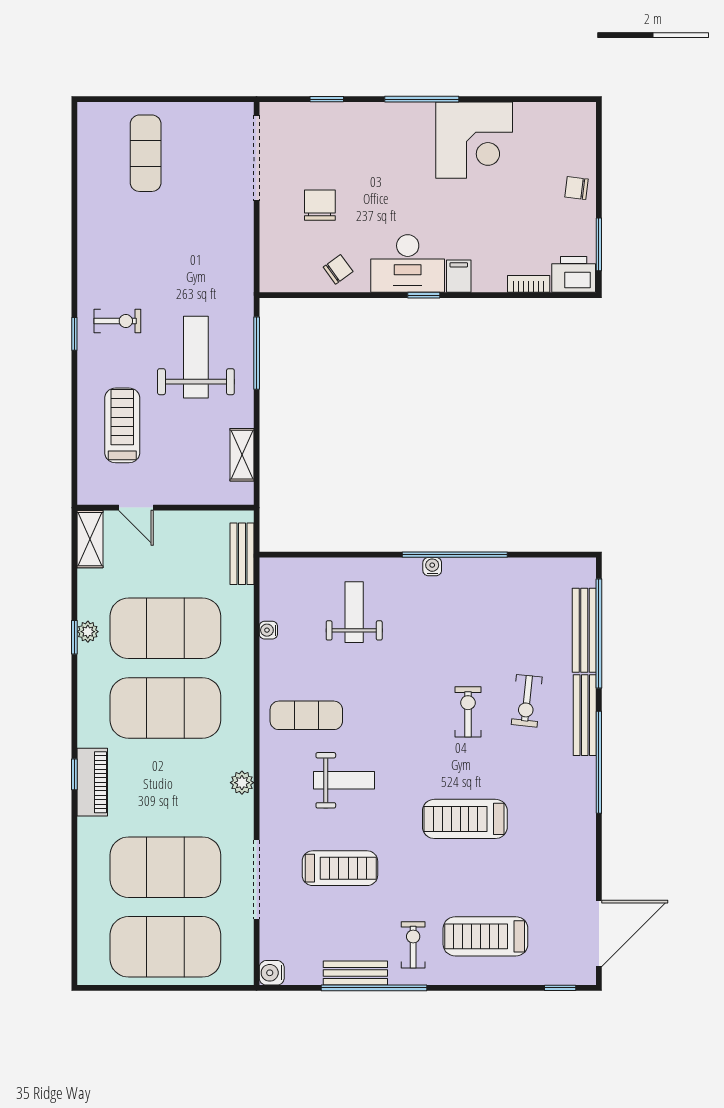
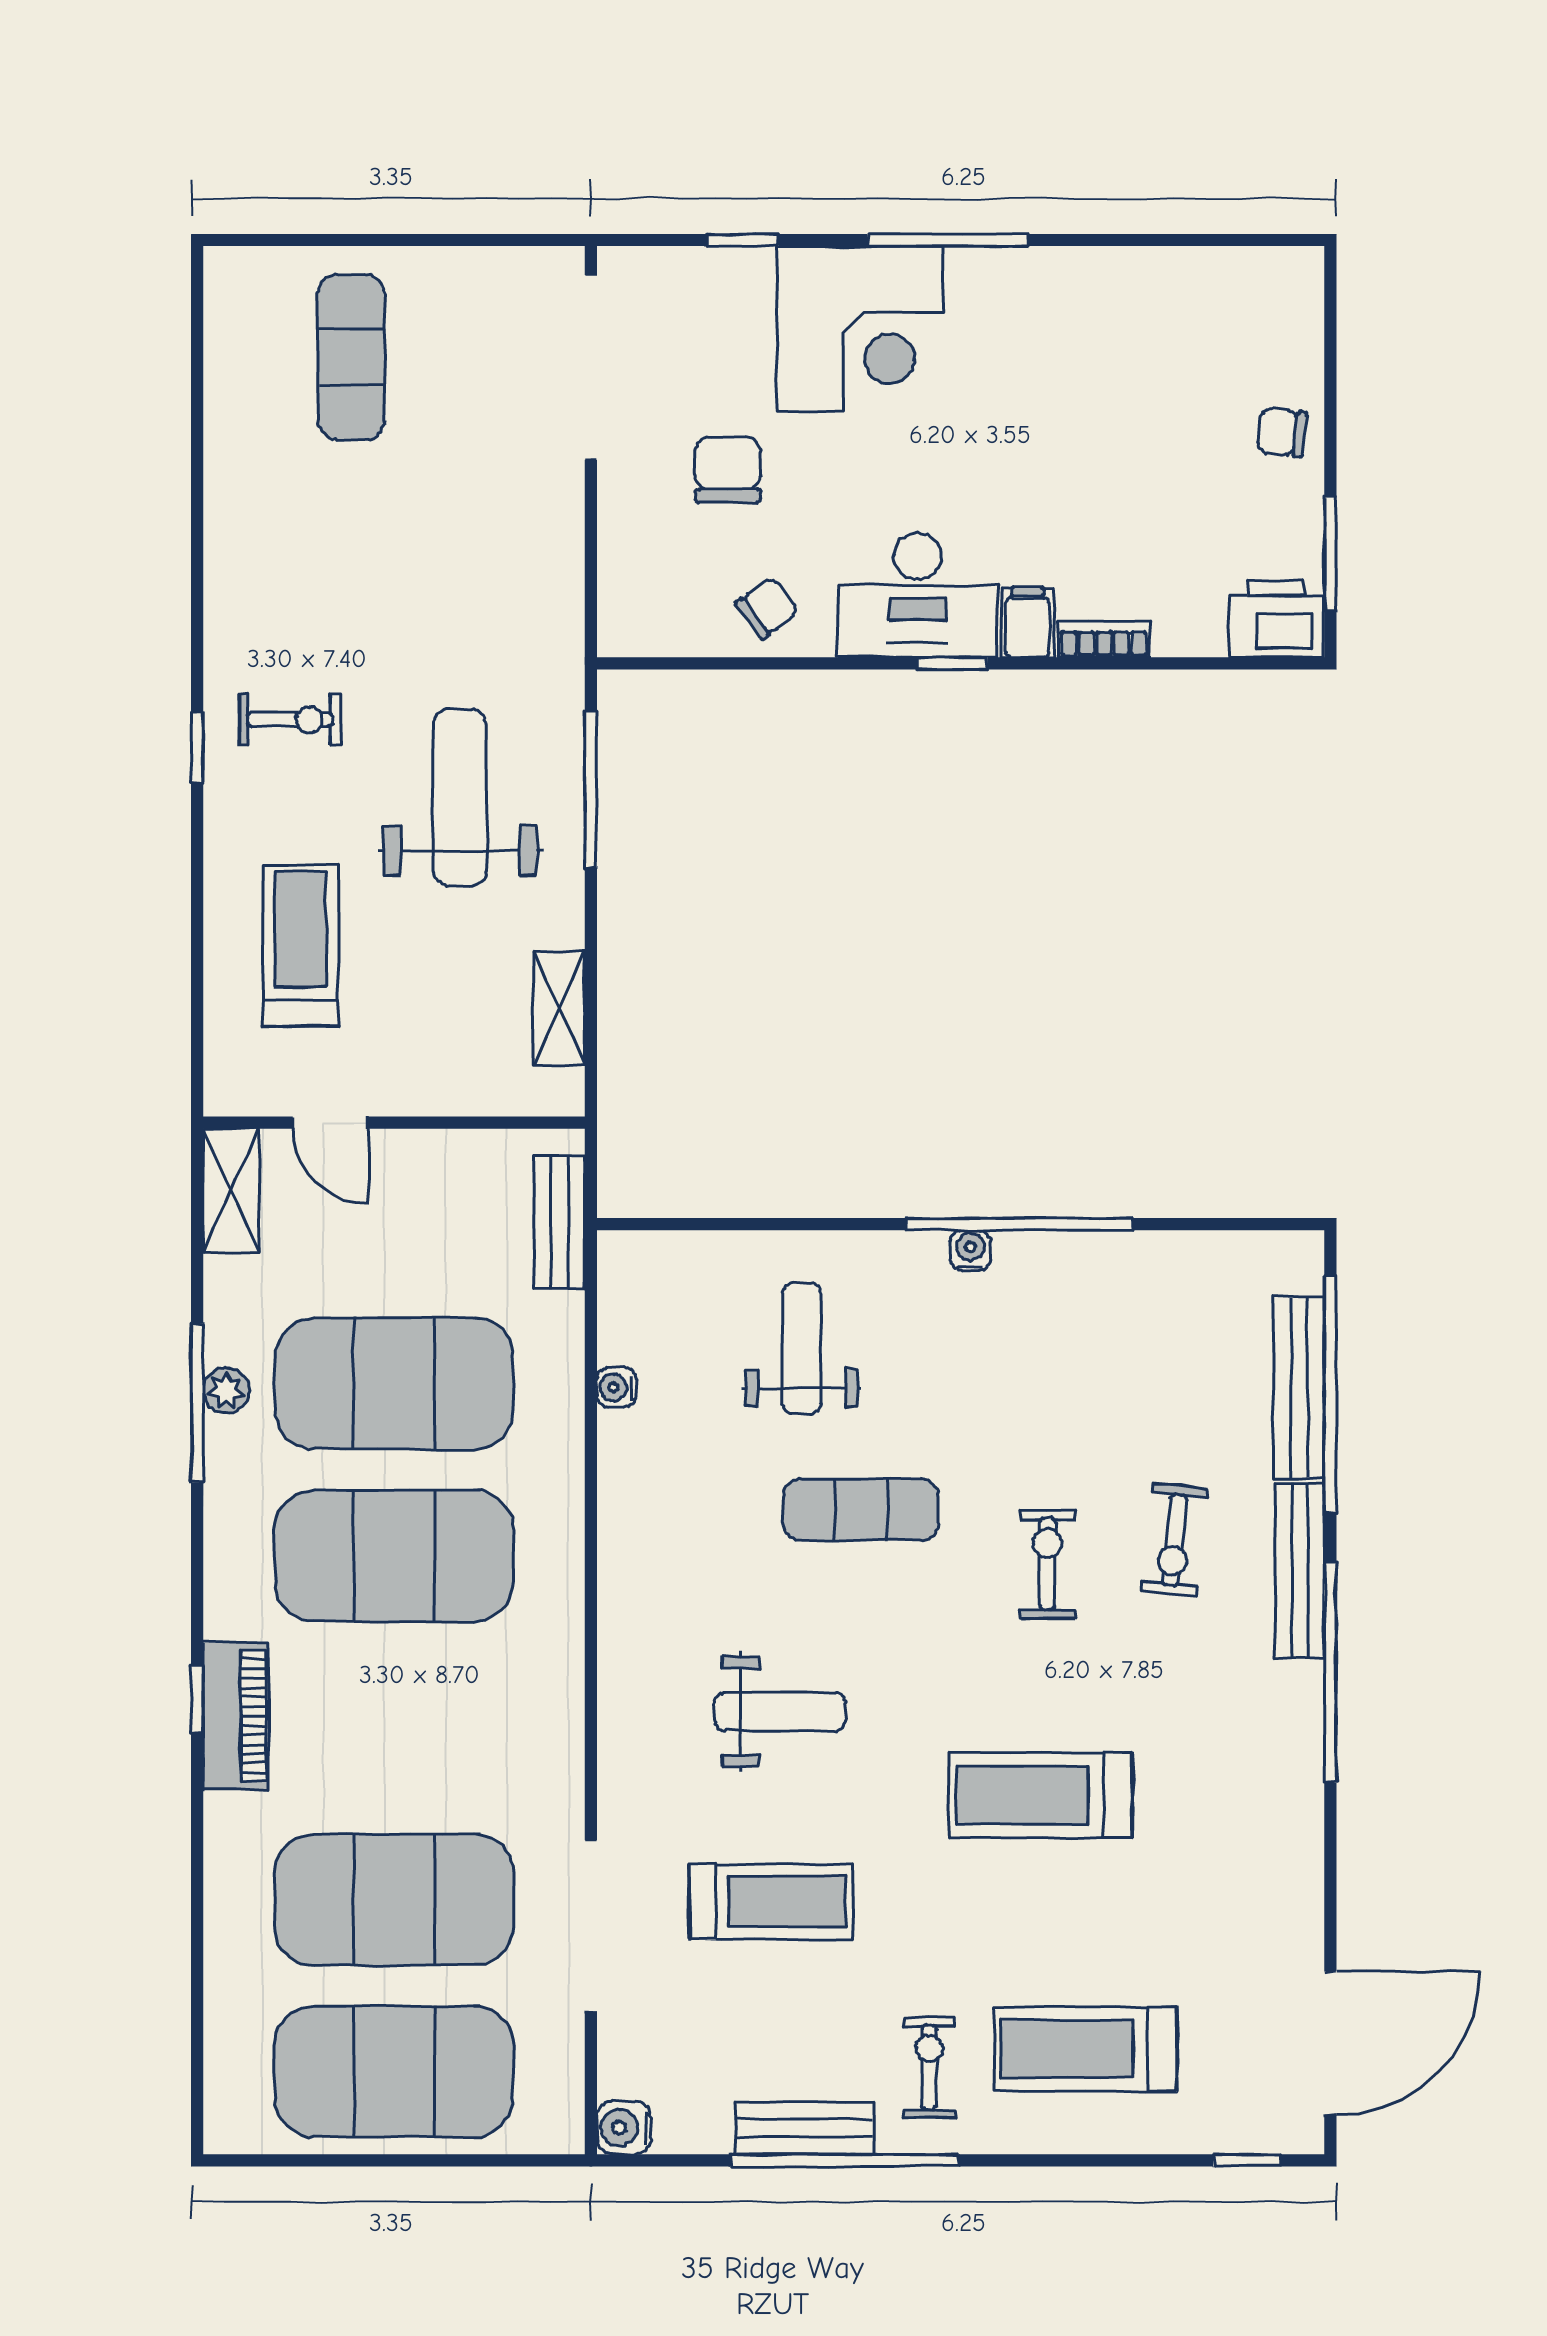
corner desk: (474, 140) -> (860, 329), moved
bookcase: (529, 284) -> (1104, 639), moved
window: (74, 637) -> (197, 1403), width x2.17
exercise mat: (306, 715) -> (861, 1510), moved
plant: (242, 783) -> (559, 1717), removed

